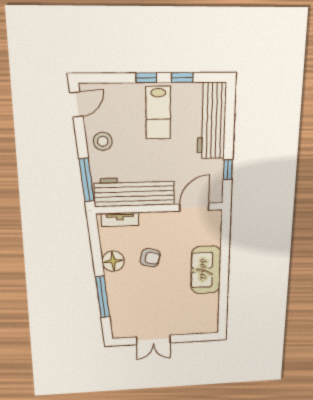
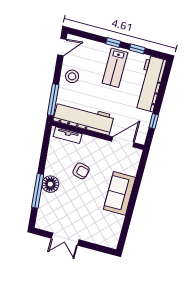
floor lamp: (113, 261) -> (50, 184), moved

